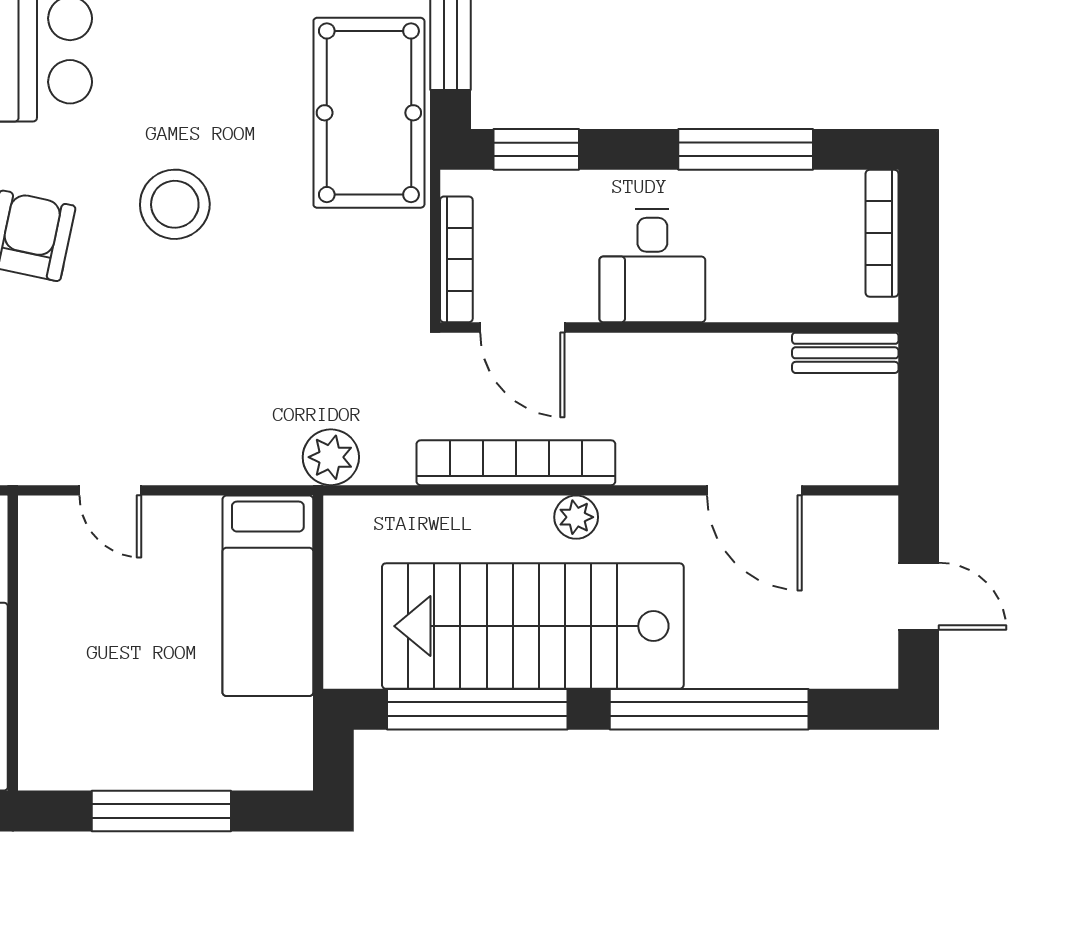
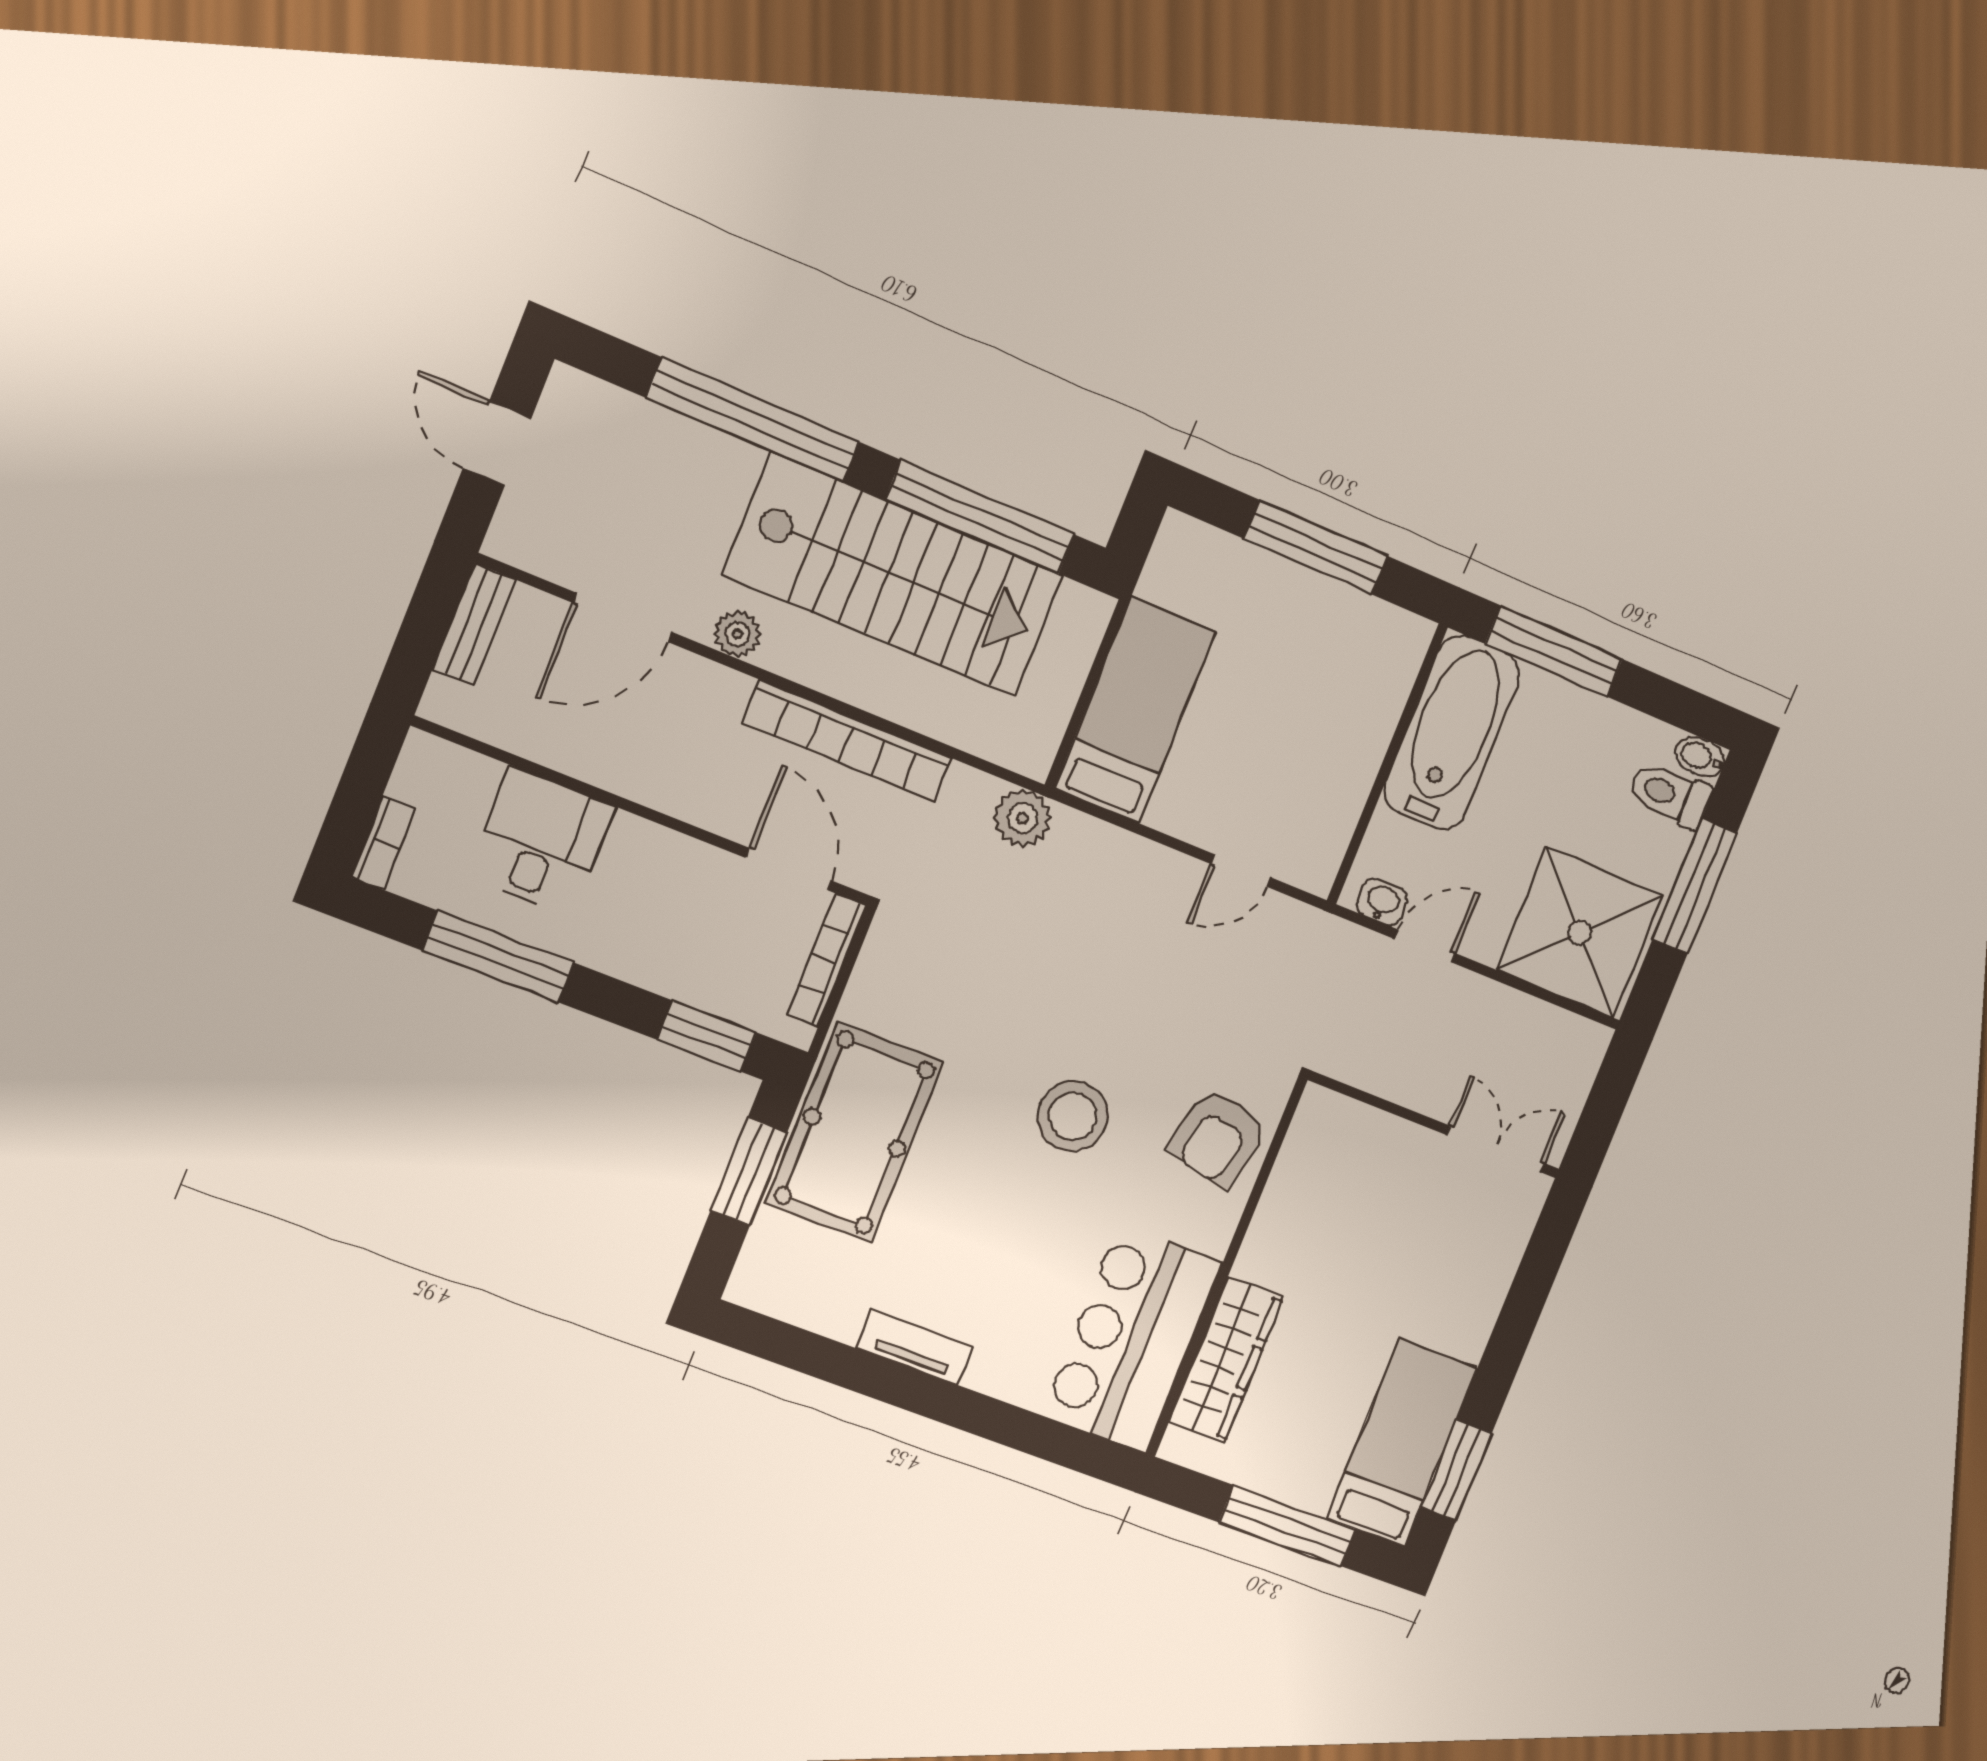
bookcase: (882, 233) -> (383, 843), width x0.64
desk: (652, 265) -> (541, 842), moved
bench: (845, 353) -> (474, 624), moved, turned 90
door: (110, 490) -> (1241, 871), swing flipped
door: (754, 490) -> (622, 618), swing flipped
plant: (576, 517) -> (737, 634), moved

